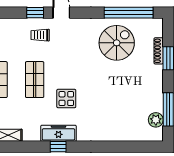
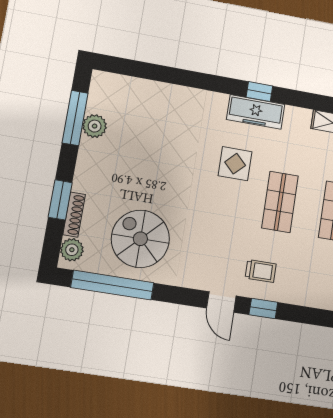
plant: (156, 30) -> (72, 250), added
spiral stairs: (117, 43) -> (140, 239), turned 90
plant: (156, 120) -> (95, 126), moved

